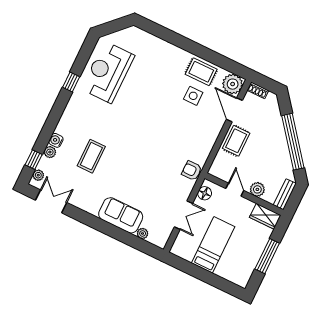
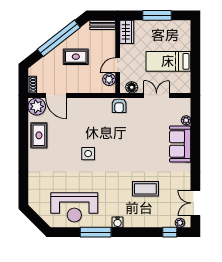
window: (71, 82) -> (96, 232), width x2.17
side table: (193, 96) -> (88, 154), moved
door: (234, 110) -> (56, 95), hinge flipped
water cooler: (56, 140) -> (118, 222), moved
rug: (236, 141) -> (76, 57), moved
plant: (50, 152) -> (158, 222), removed
plant: (257, 189) -> (109, 79), moved

